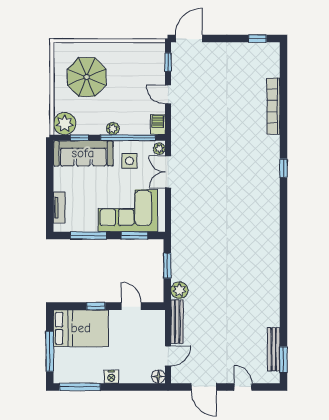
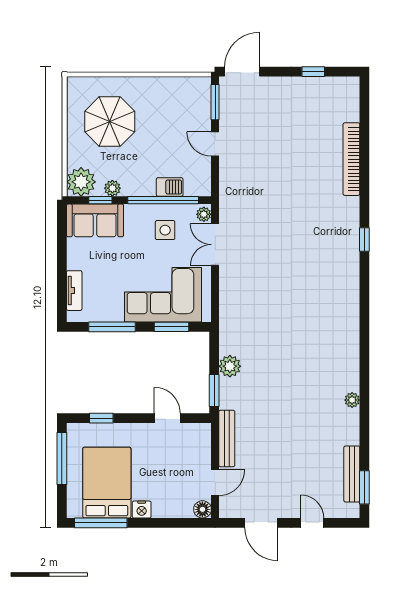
window: (257, 39) -> (313, 72), moved
window: (168, 62) -> (215, 102), width x1.50
barbecue: (158, 125) -> (170, 187), moved, turned 90
plant: (113, 129) -> (112, 188), moved
sofa: (83, 153) -> (95, 220), width x0.73
window: (167, 266) -> (214, 391), moved
plant: (179, 290) -> (230, 366), moved
plant: (274, 292) -> (352, 400), added
window: (96, 306) -> (101, 418), moved
bed: (81, 328) -> (107, 483), moved, turned -90
window: (50, 351) -> (62, 459), moved

